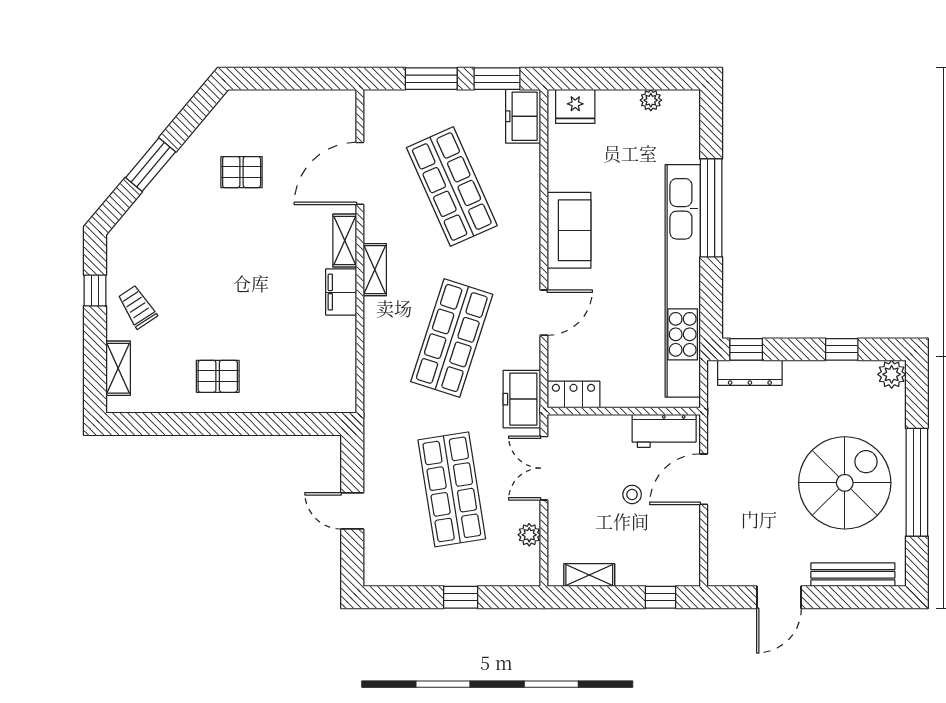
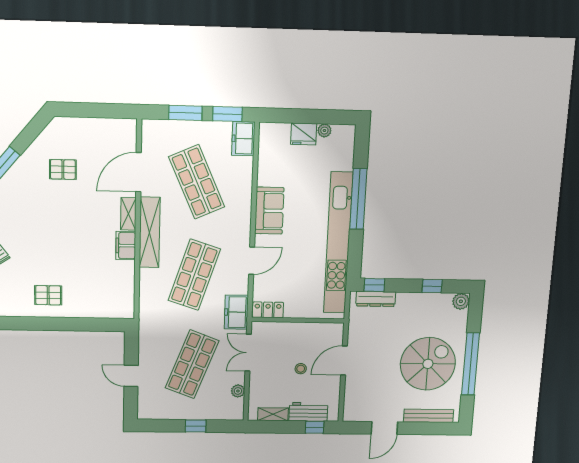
fridge: (575, 106) -> (304, 134), moved
shelving: (375, 270) -> (150, 232), width x2.20, depth x1.33
workbench: (664, 431) -> (308, 412), moved, turned 180
shop shelf: (452, 489) -> (192, 364), turned 30

